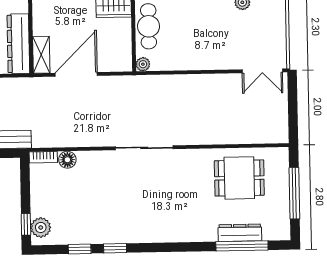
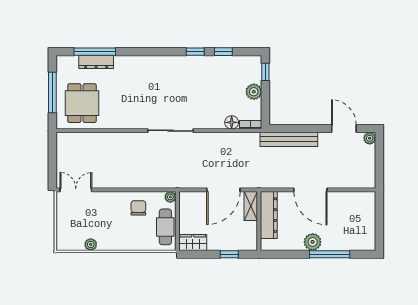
chair: (183, 50) -> (138, 208), added
dining table: (239, 178) -> (82, 103), moved, turned 90
plant: (41, 227) -> (254, 92), moved

